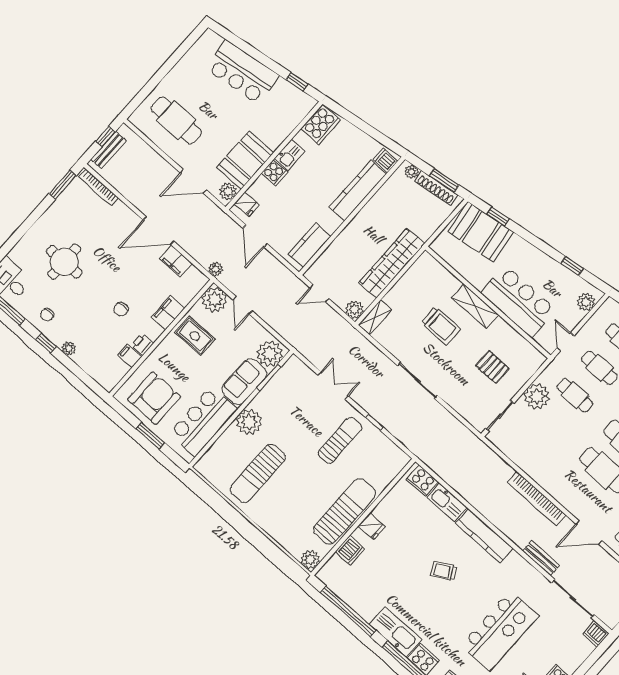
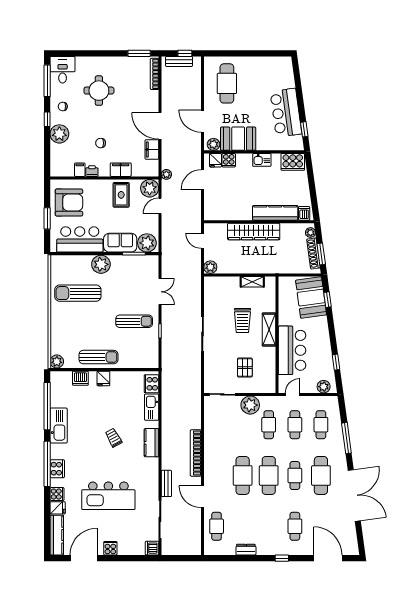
bar counter: (242, 72) -> (286, 113), moved
cooker: (274, 173) -> (229, 160), moved
kitchen counter: (309, 245) -> (223, 213), removed
wardrobe: (392, 263) -> (254, 232), moved, turned 180
shelving: (375, 317) -> (252, 282), moved
plant: (69, 348) -> (59, 134), width x1.87, depth x1.87
sun lounger: (345, 511) -> (99, 357), width x0.73, depth x0.75
kitchen counter: (484, 536) -> (151, 443), width x0.67
kitchen sink: (396, 632) -> (59, 426), moved

